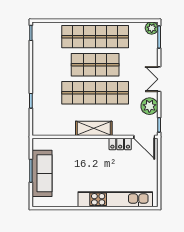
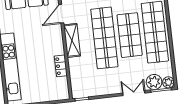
double door: (159, 79) -> (134, 93), moved
plant: (149, 106) -> (154, 82), moved
door: (144, 137) -> (61, 14), moved

